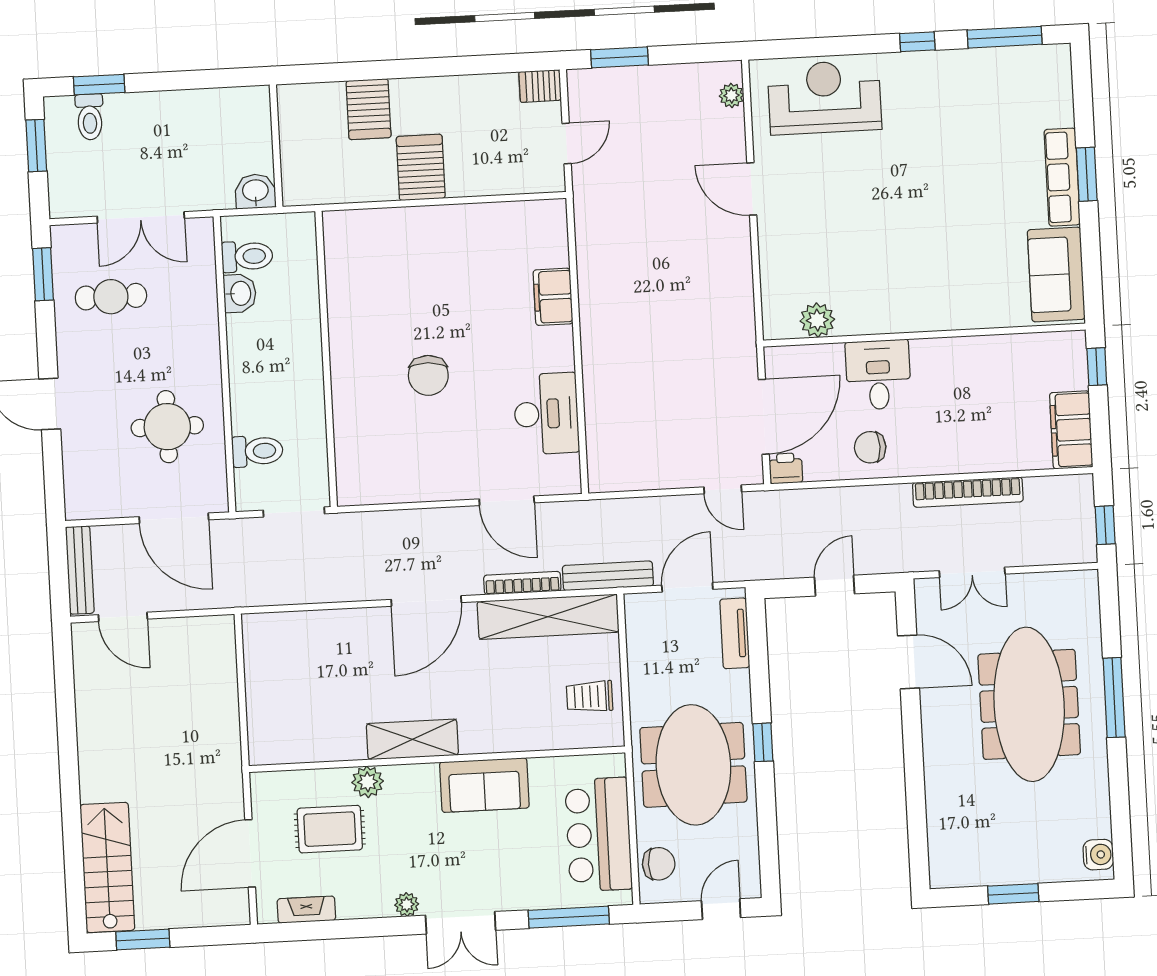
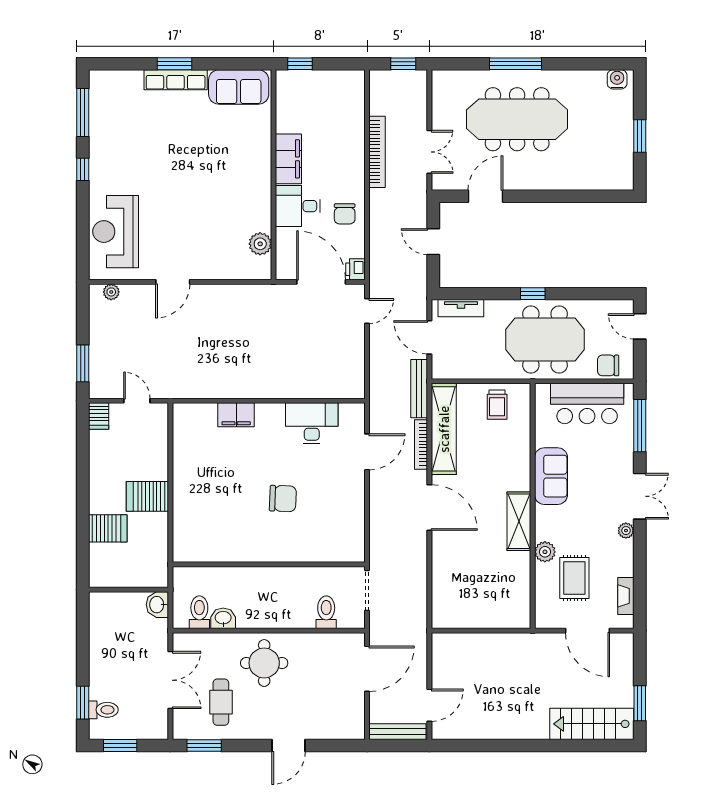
round table: (167, 427) -> (264, 663), moved
filing cabinet: (1071, 430) -> (288, 159), moved, turned -90
chair: (659, 864) -> (608, 365), turned -90

